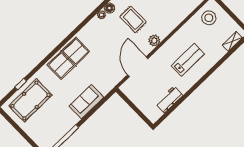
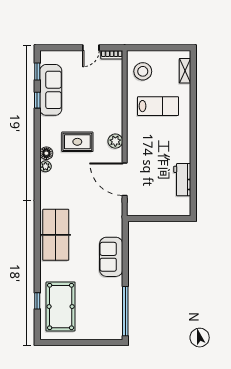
lab bench: (188, 60) -> (158, 106), moved, turned 90

